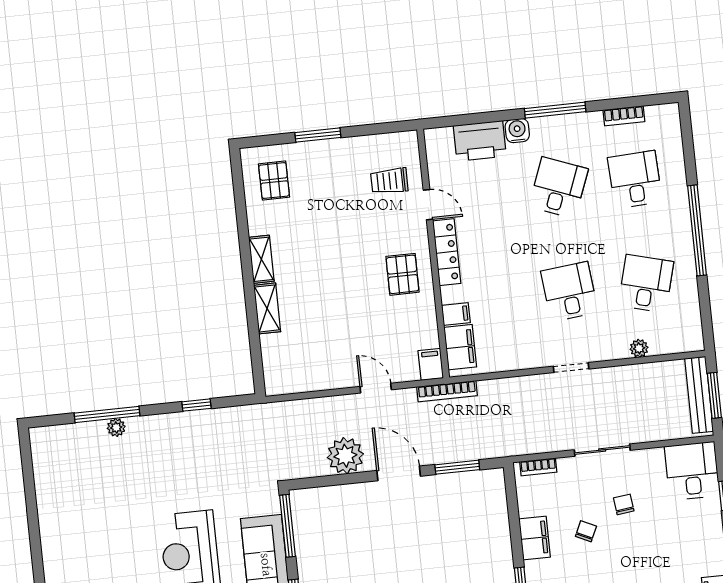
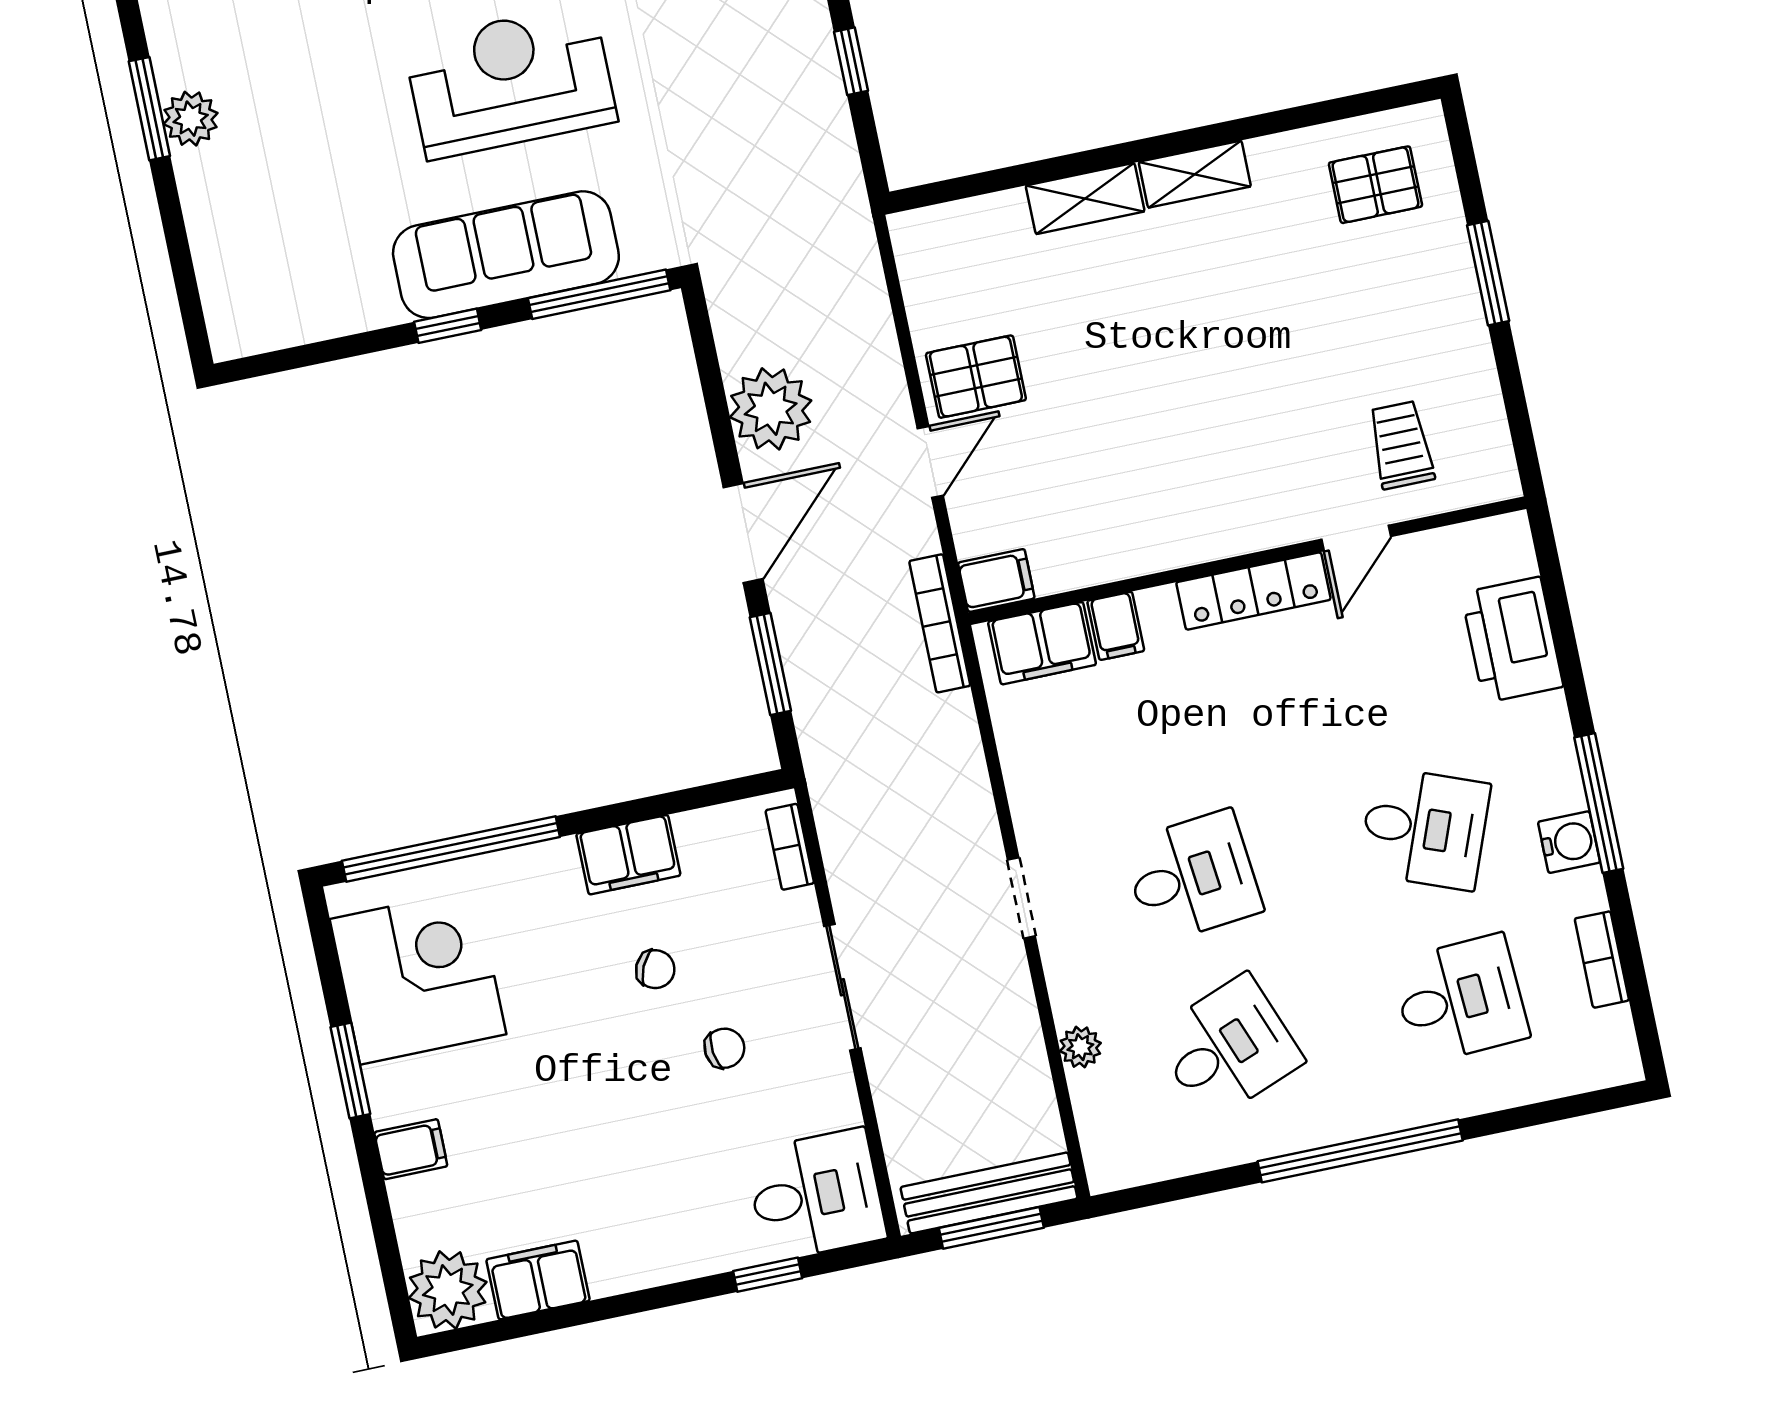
water cooler: (517, 131) -> (1569, 842), moved
pallet: (402, 274) -> (976, 377), moved
desk: (646, 284) -> (1228, 1048), turned -36

